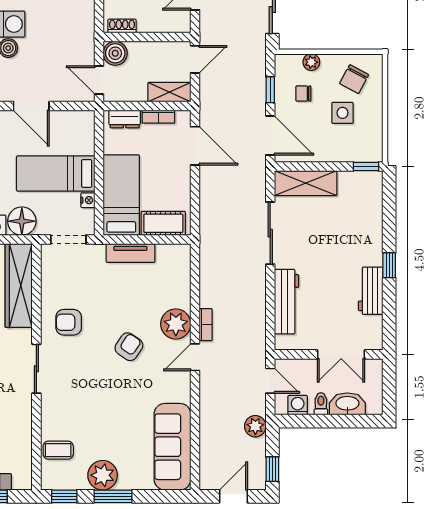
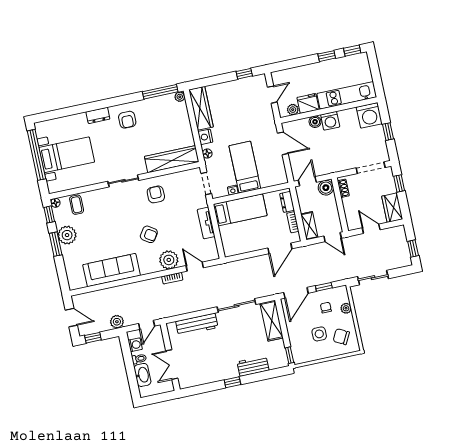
door: (31, 106) -> (283, 143), swing flipped
floor lamp: (22, 221) -> (207, 154), width x0.53, depth x0.53
cot: (163, 223) -> (228, 239), removed
workbench: (371, 291) -> (253, 366), moved
door: (195, 357) -> (195, 267), moved
sofa: (172, 447) -> (112, 270), moved
floor lamp: (48, 483) -> (55, 203), added

